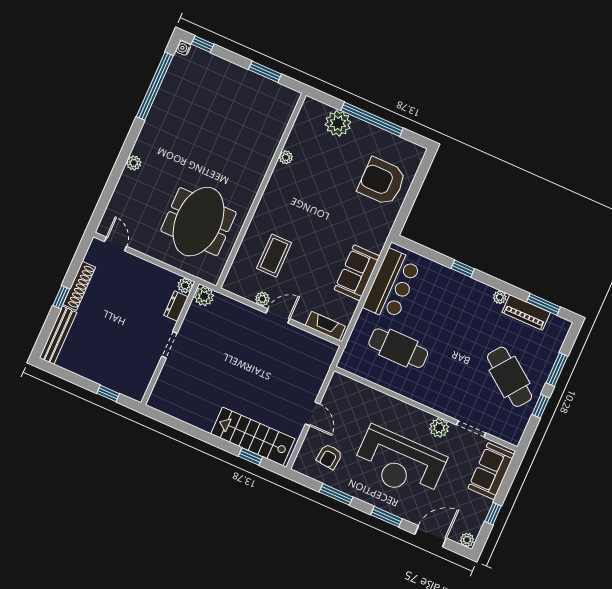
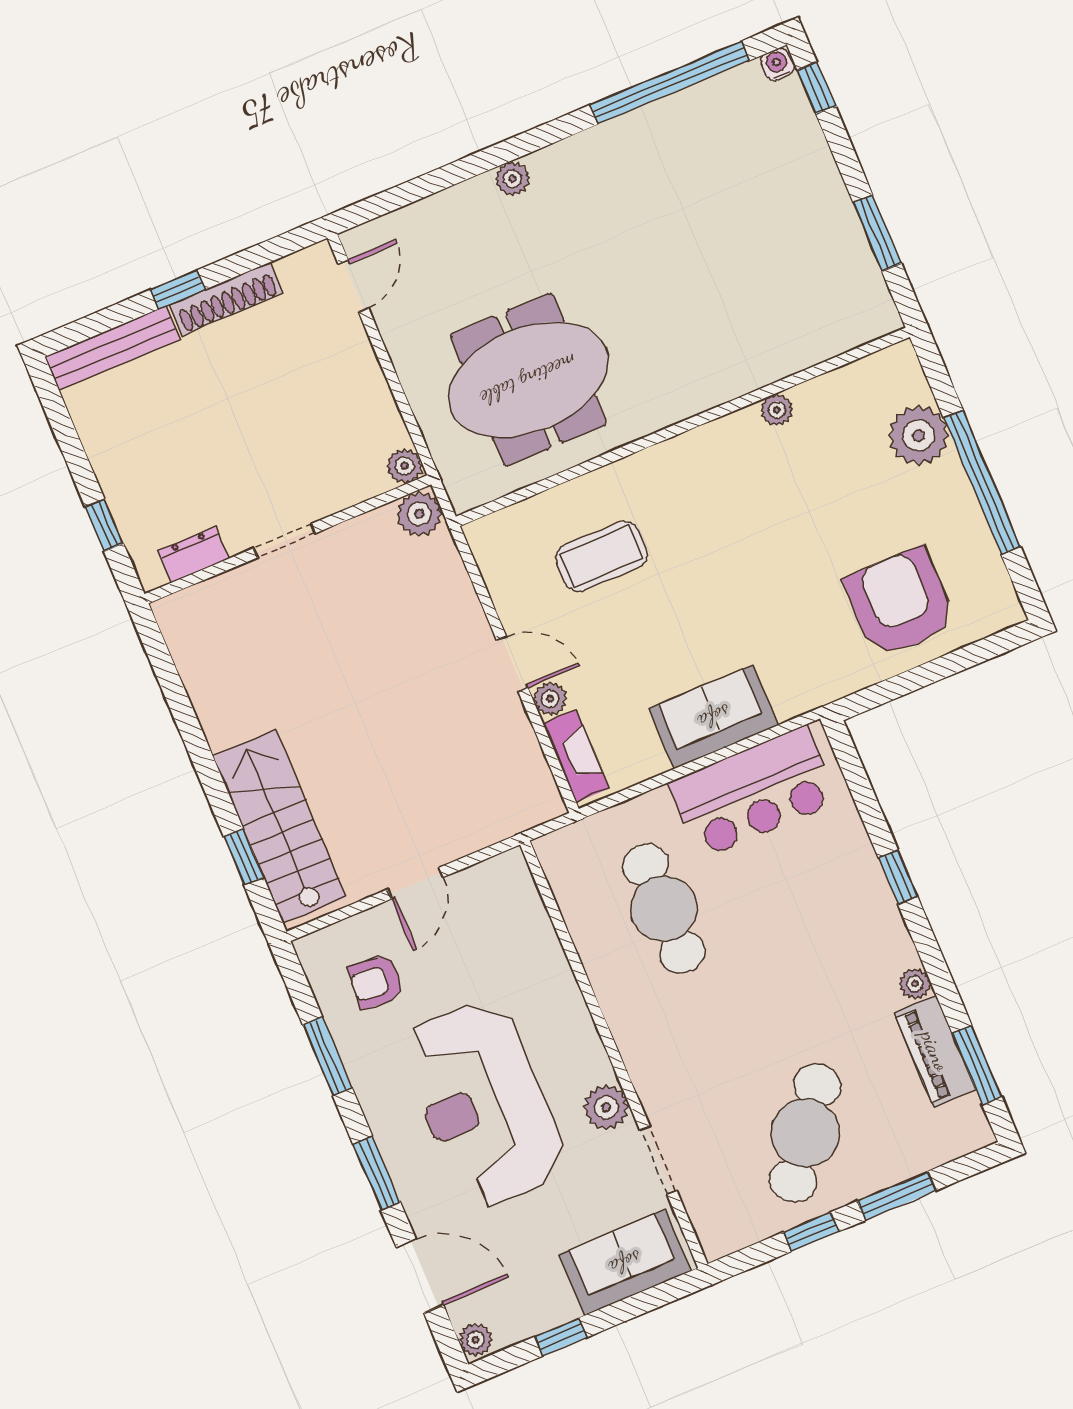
plant: (262, 299) -> (550, 699), moved
dresser: (176, 306) -> (194, 555), moved

